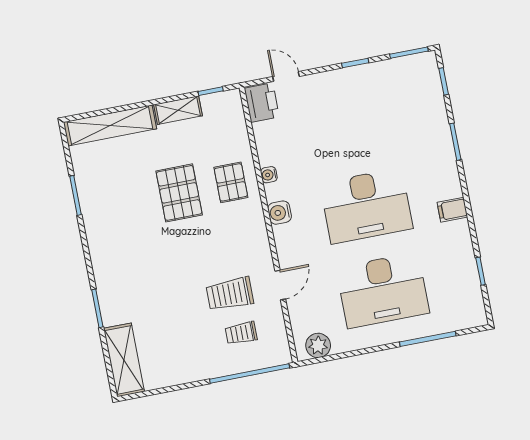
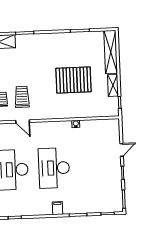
door: (286, 76) -> (122, 150), moved
printer: (262, 103) -> (111, 126), removed
pallet: (231, 182) -> (75, 105), removed
pallet: (179, 193) -> (74, 80), width x1.37, depth x1.41
filing cabinet: (452, 210) -> (57, 208), moved
water cooler: (280, 213) -> (57, 126), removed

